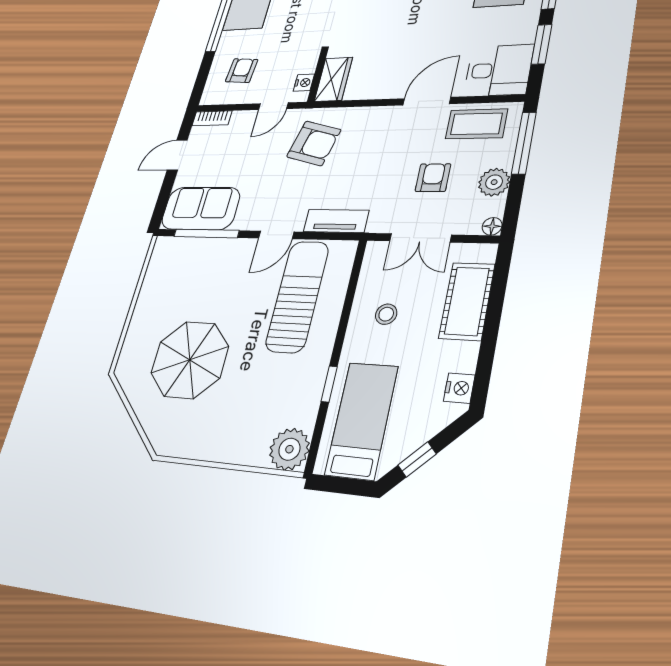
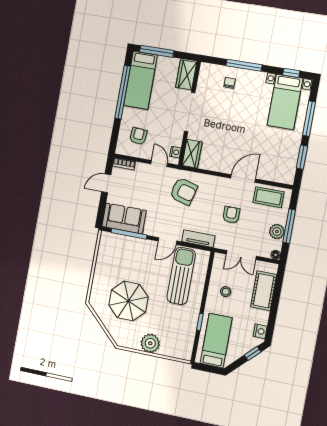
desk: (499, 70) -> (280, 168), removed
door: (273, 106) -> (159, 164), swing flipped
window: (524, 143) -> (289, 226), moved
armchair: (433, 178) -> (231, 215), moved
plant: (289, 449) -> (150, 343), moved
window: (417, 459) -> (253, 353), moved

